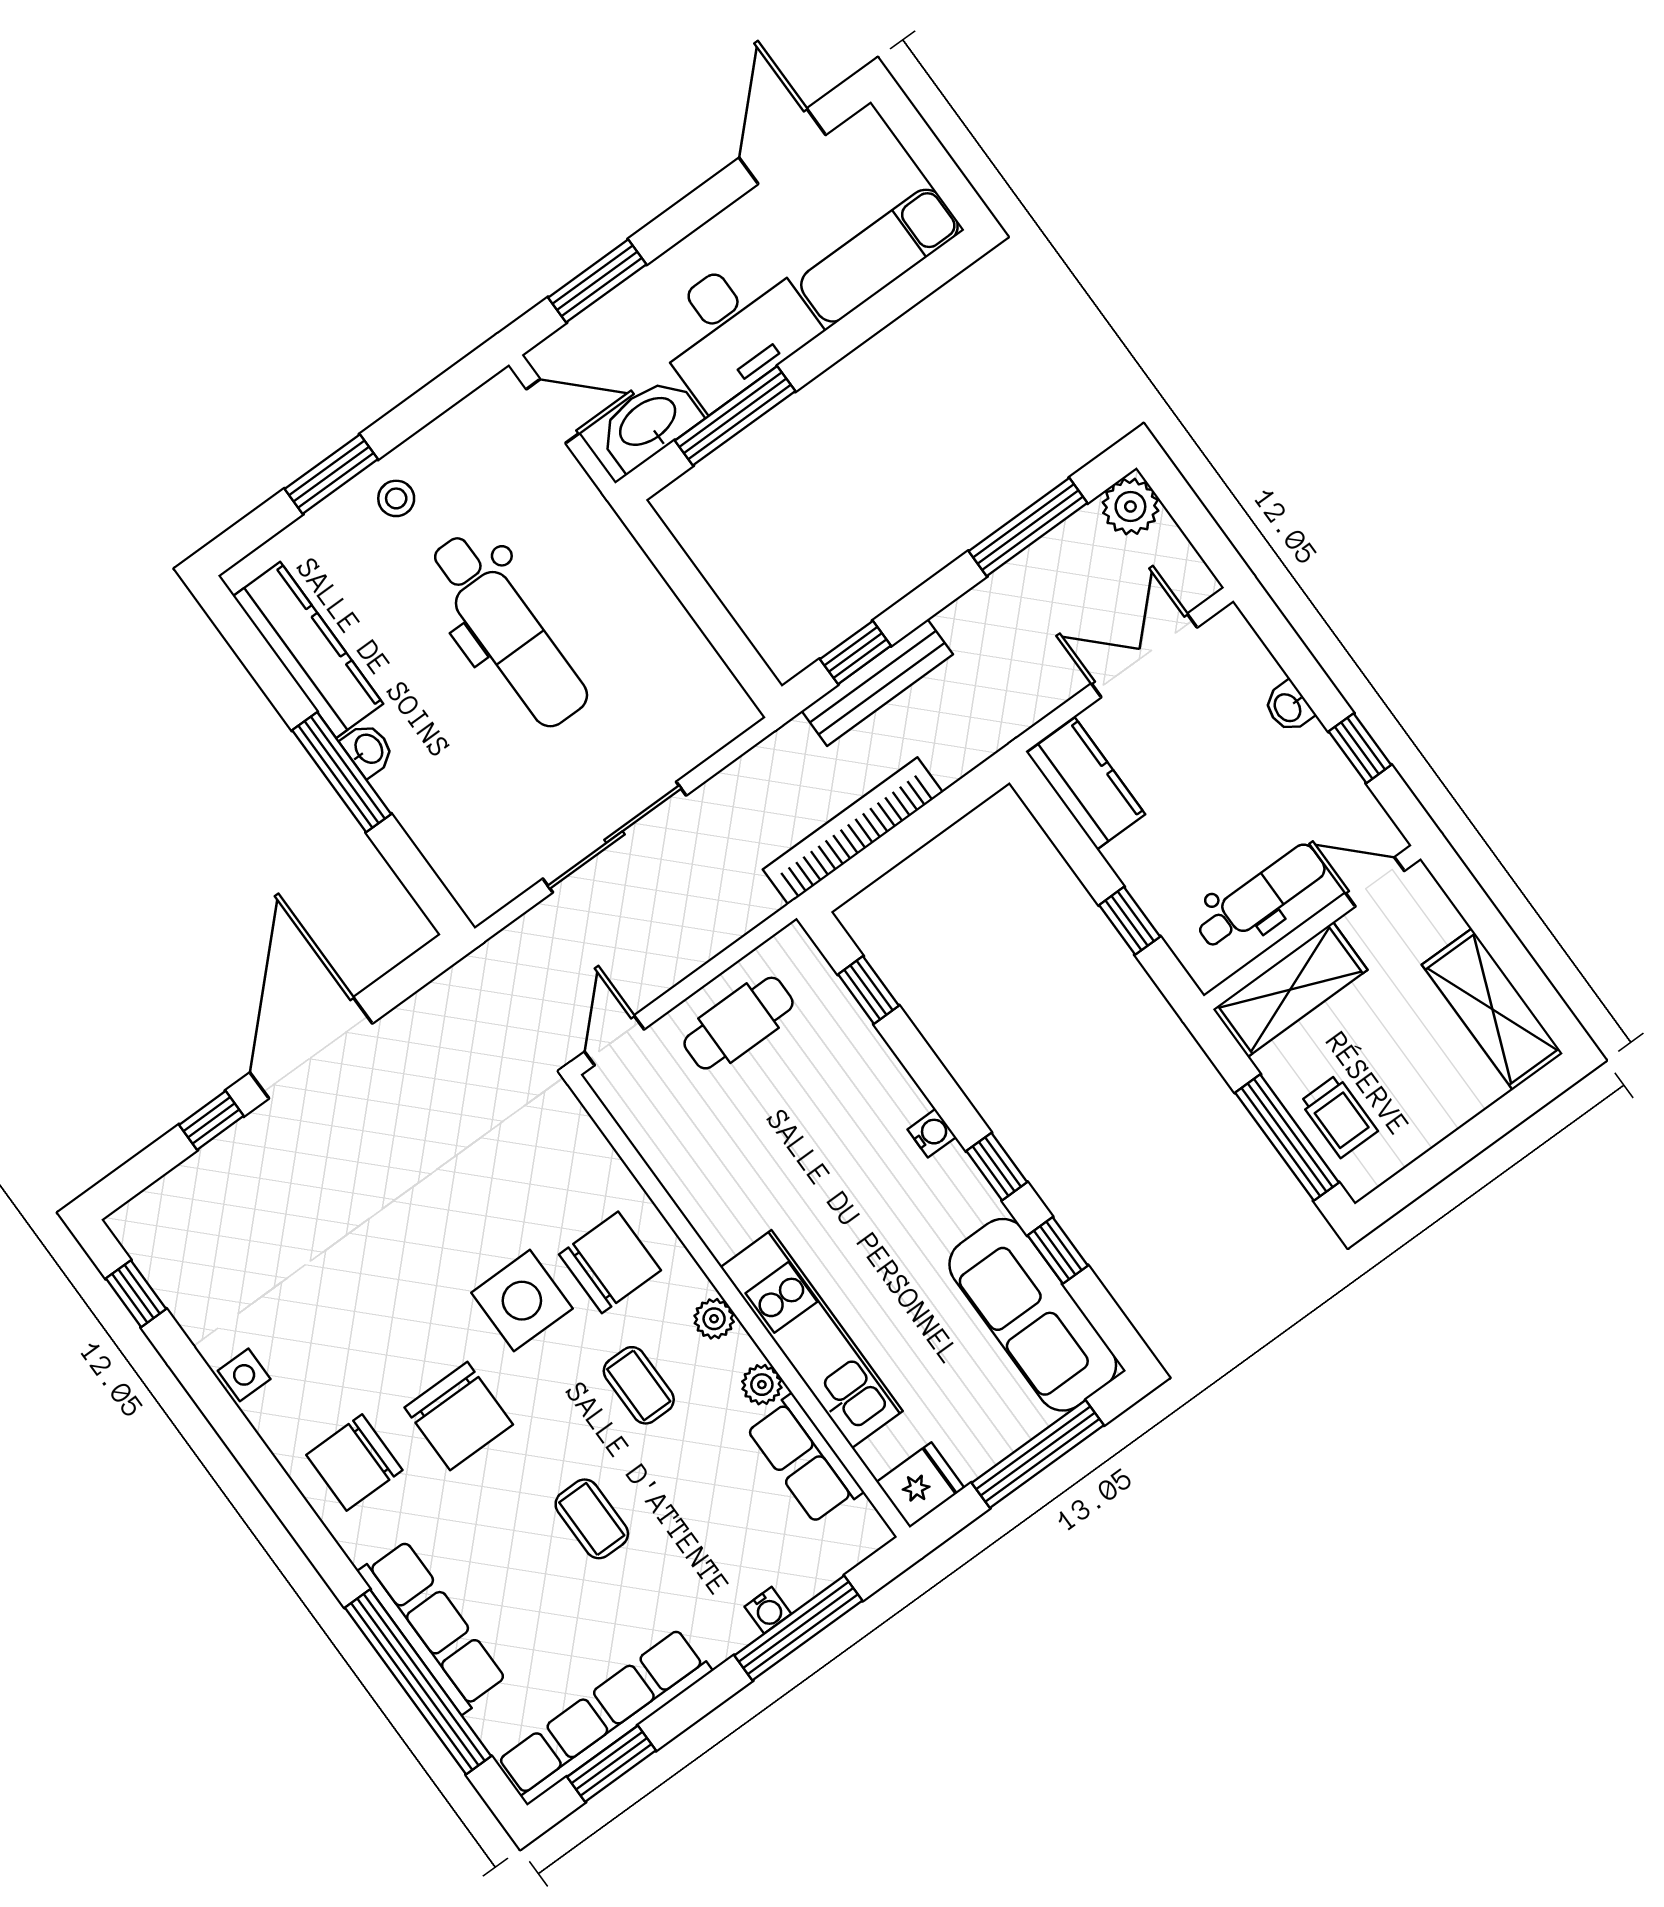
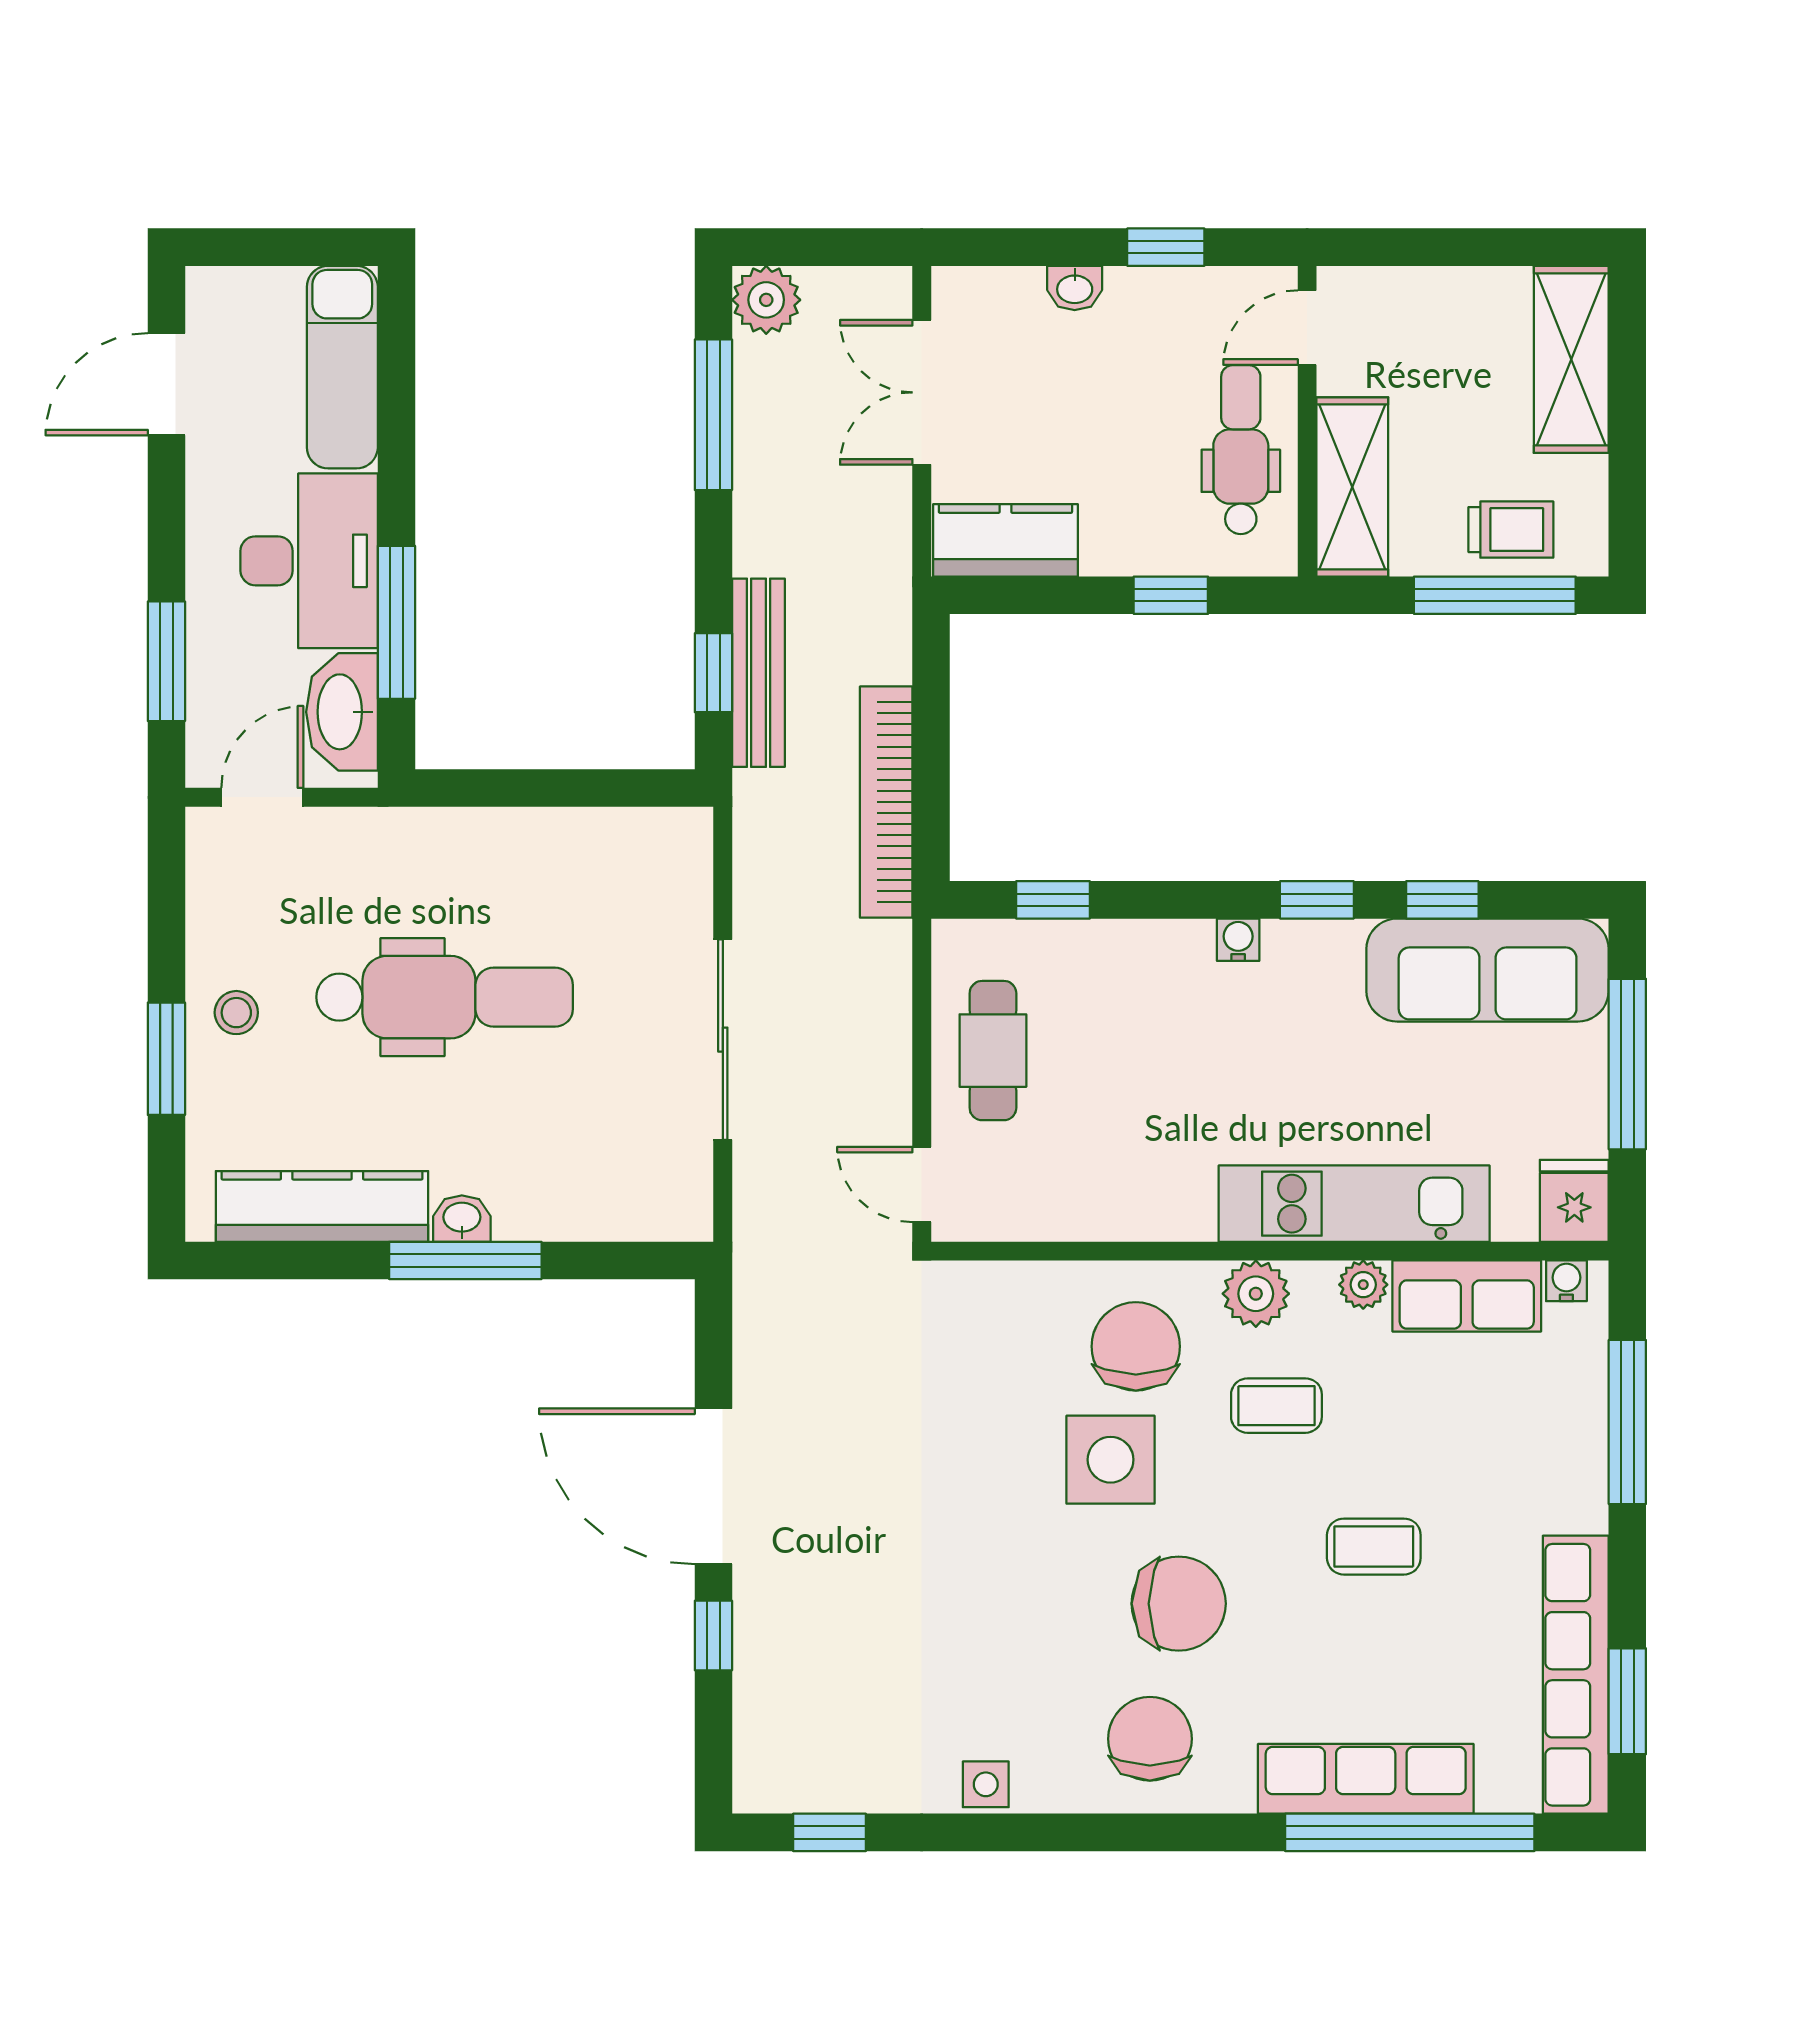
door: (782, 146) -> (166, 384), hinge flipped
shelving: (1492, 1009) -> (1571, 359), moved, turned 90
plant: (714, 1319) -> (1256, 1294), width x1.38, depth x1.38
chair: (354, 1463) -> (1150, 1739), turned 180
water cooler: (768, 1610) -> (1566, 1281), moved, turned -90

